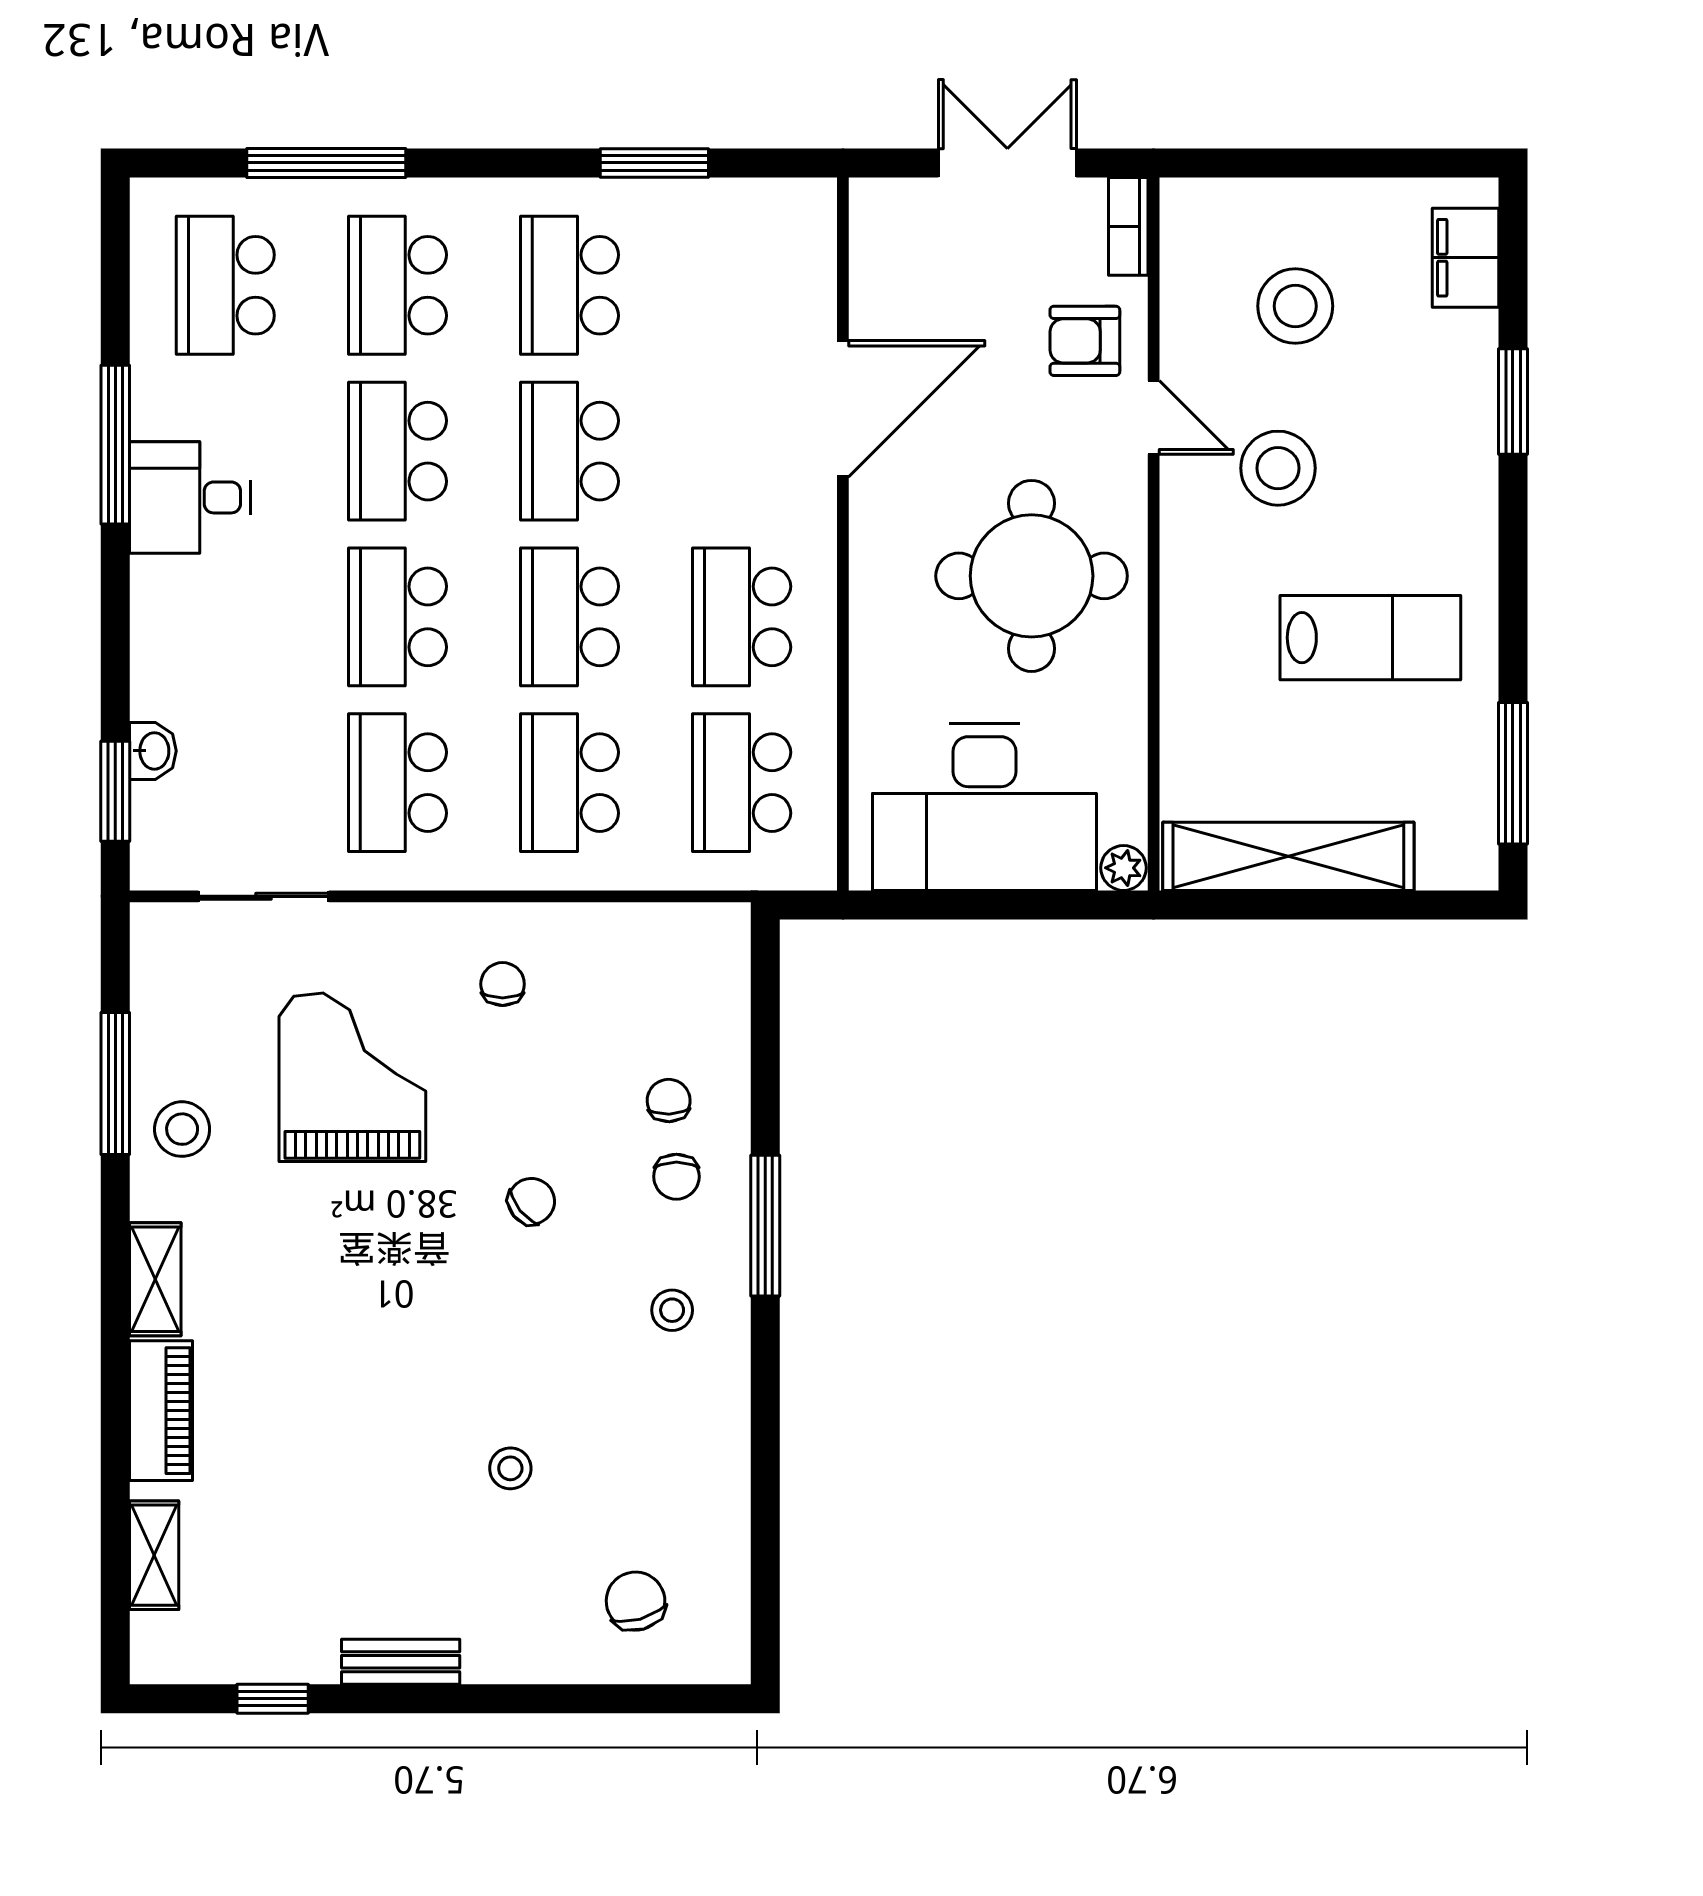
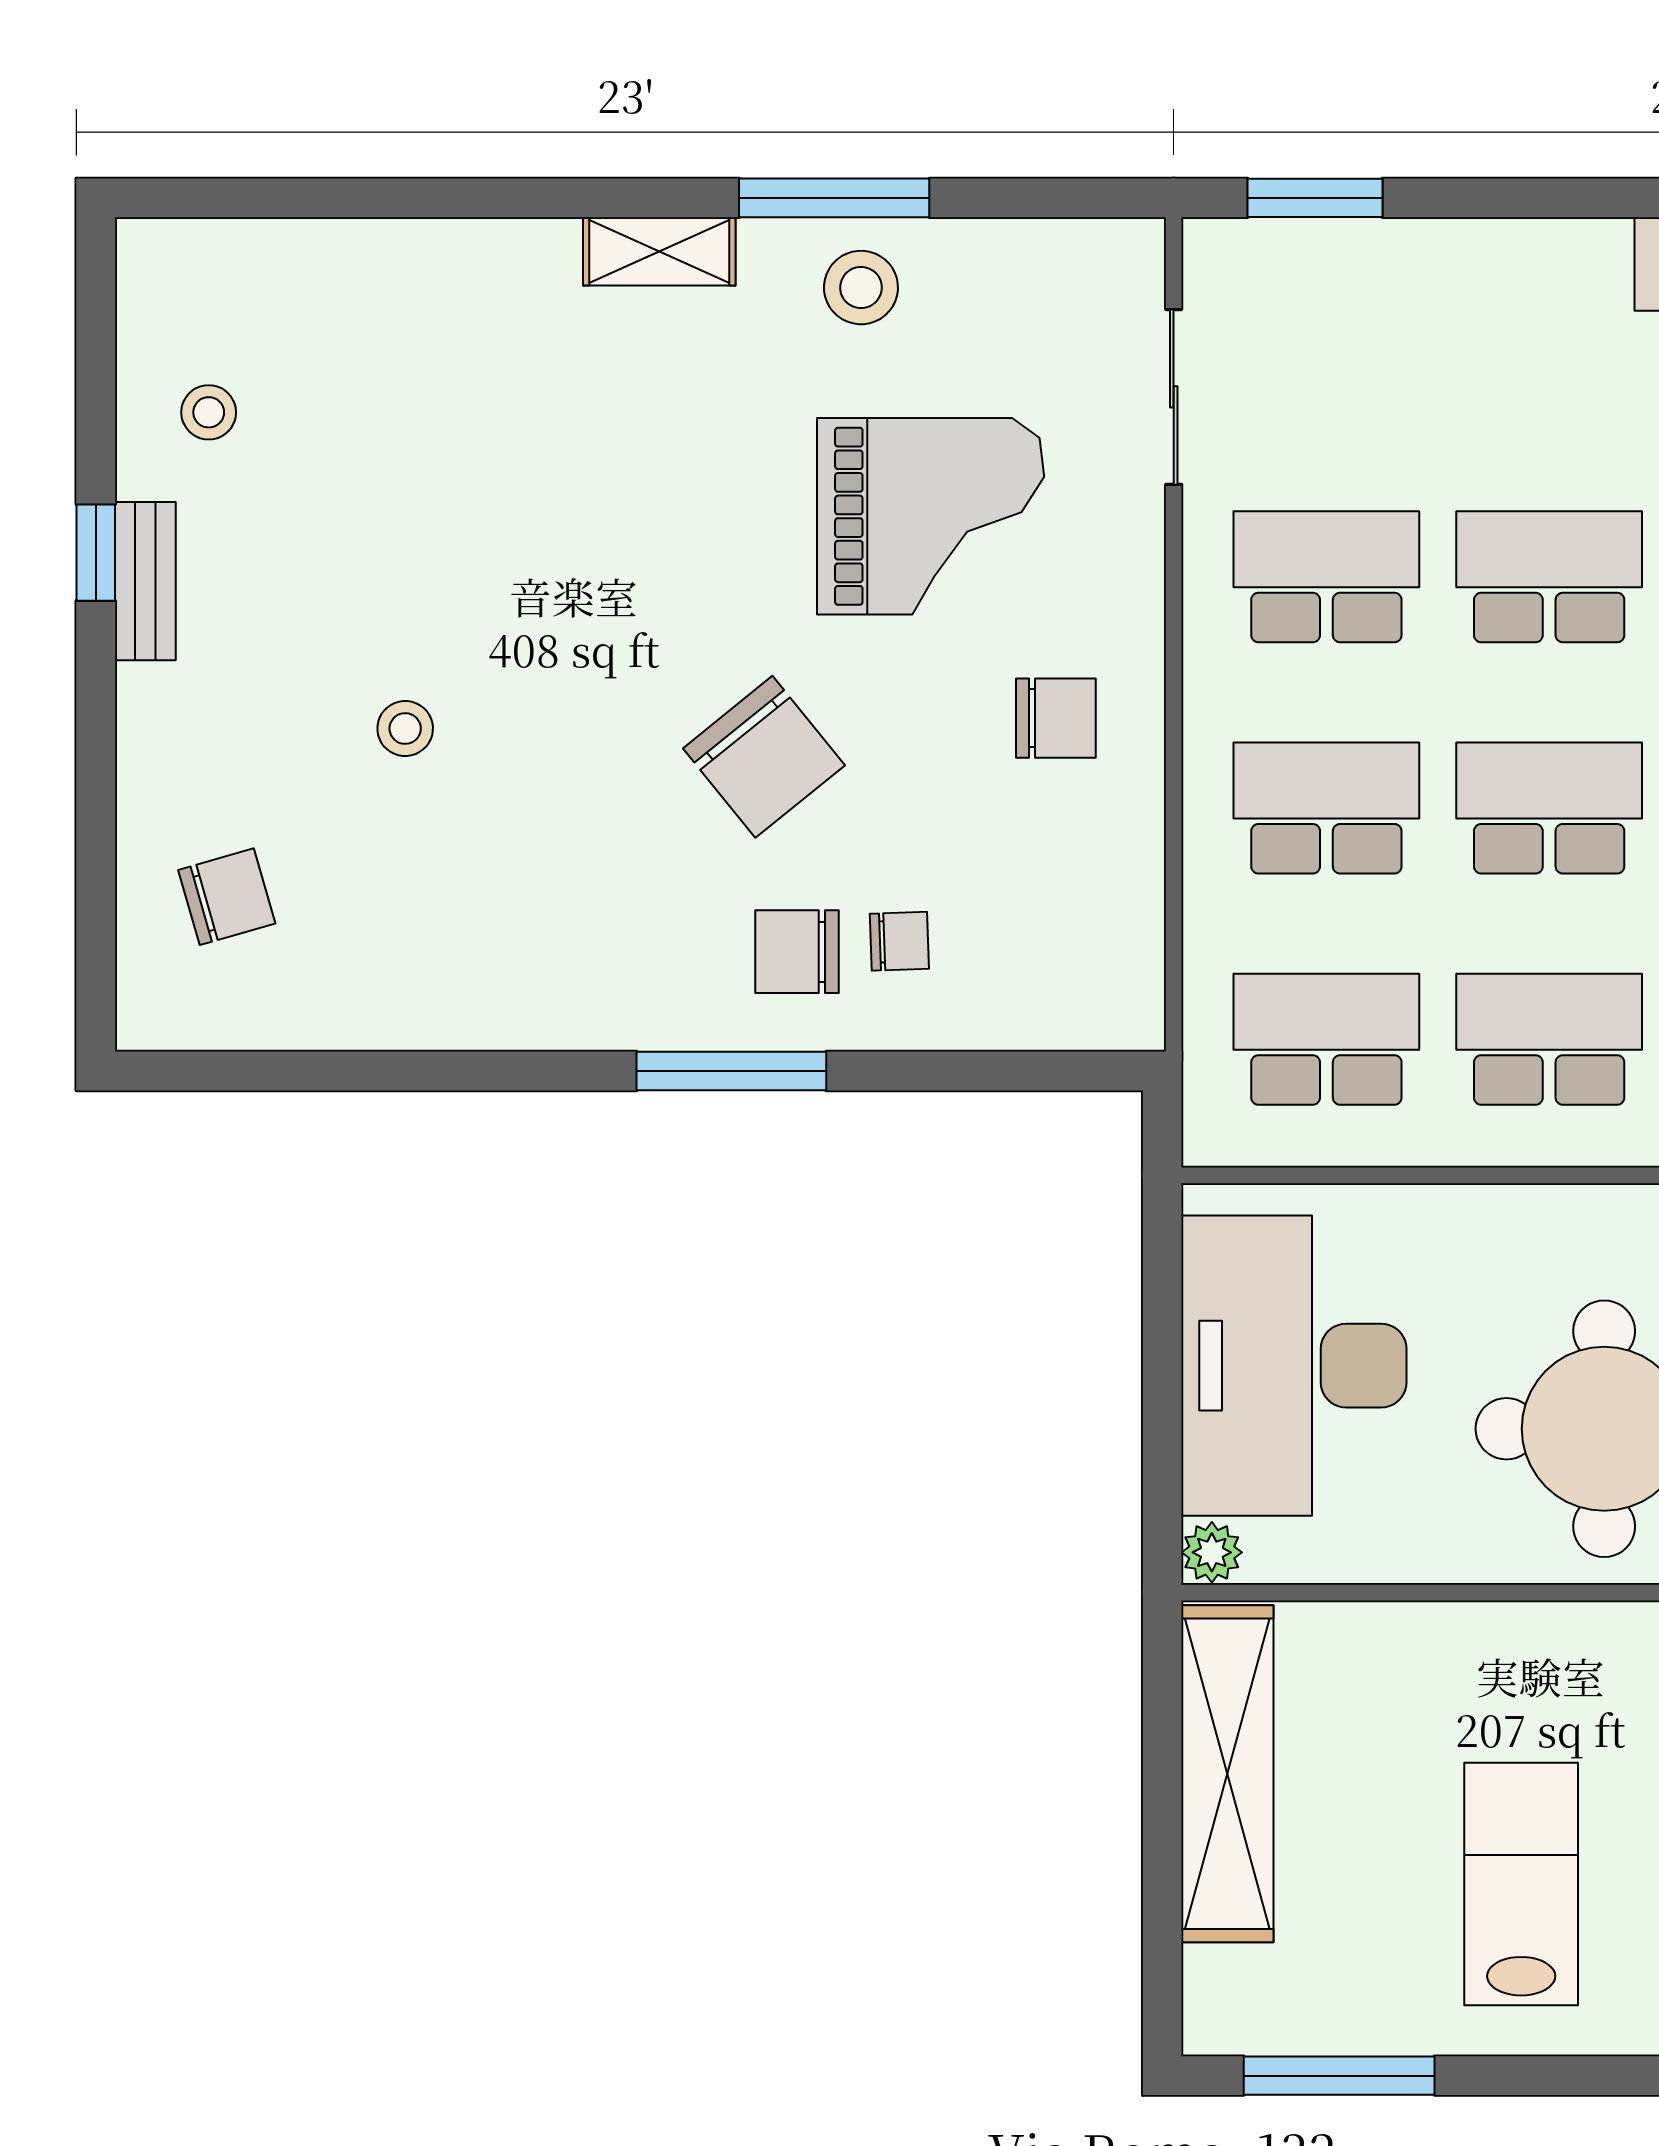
lab bench: (1370, 638) -> (1521, 1884), turned 180
washbasin: (153, 751) -> (1369, 248), removed
chair: (503, 984) -> (1056, 718), width x1.37, depth x1.37
window: (115, 1084) -> (834, 198), moved
chair: (676, 1177) -> (797, 952), width x1.37, depth x1.37
chair: (531, 1201) -> (764, 757), width x1.87, depth x1.87
stool: (672, 1310) -> (209, 412), moved
piano: (161, 1411) -> (483, 259), removed
shelving: (154, 1555) -> (289, 250), removed
window: (273, 1699) -> (96, 553), moved

